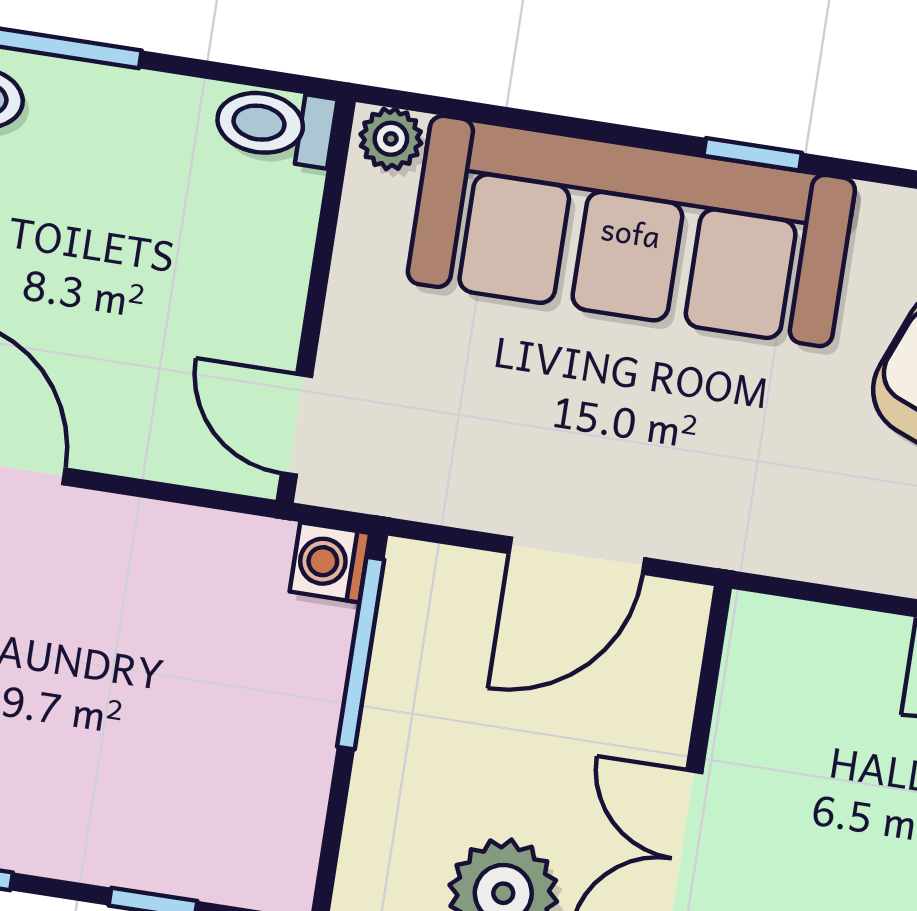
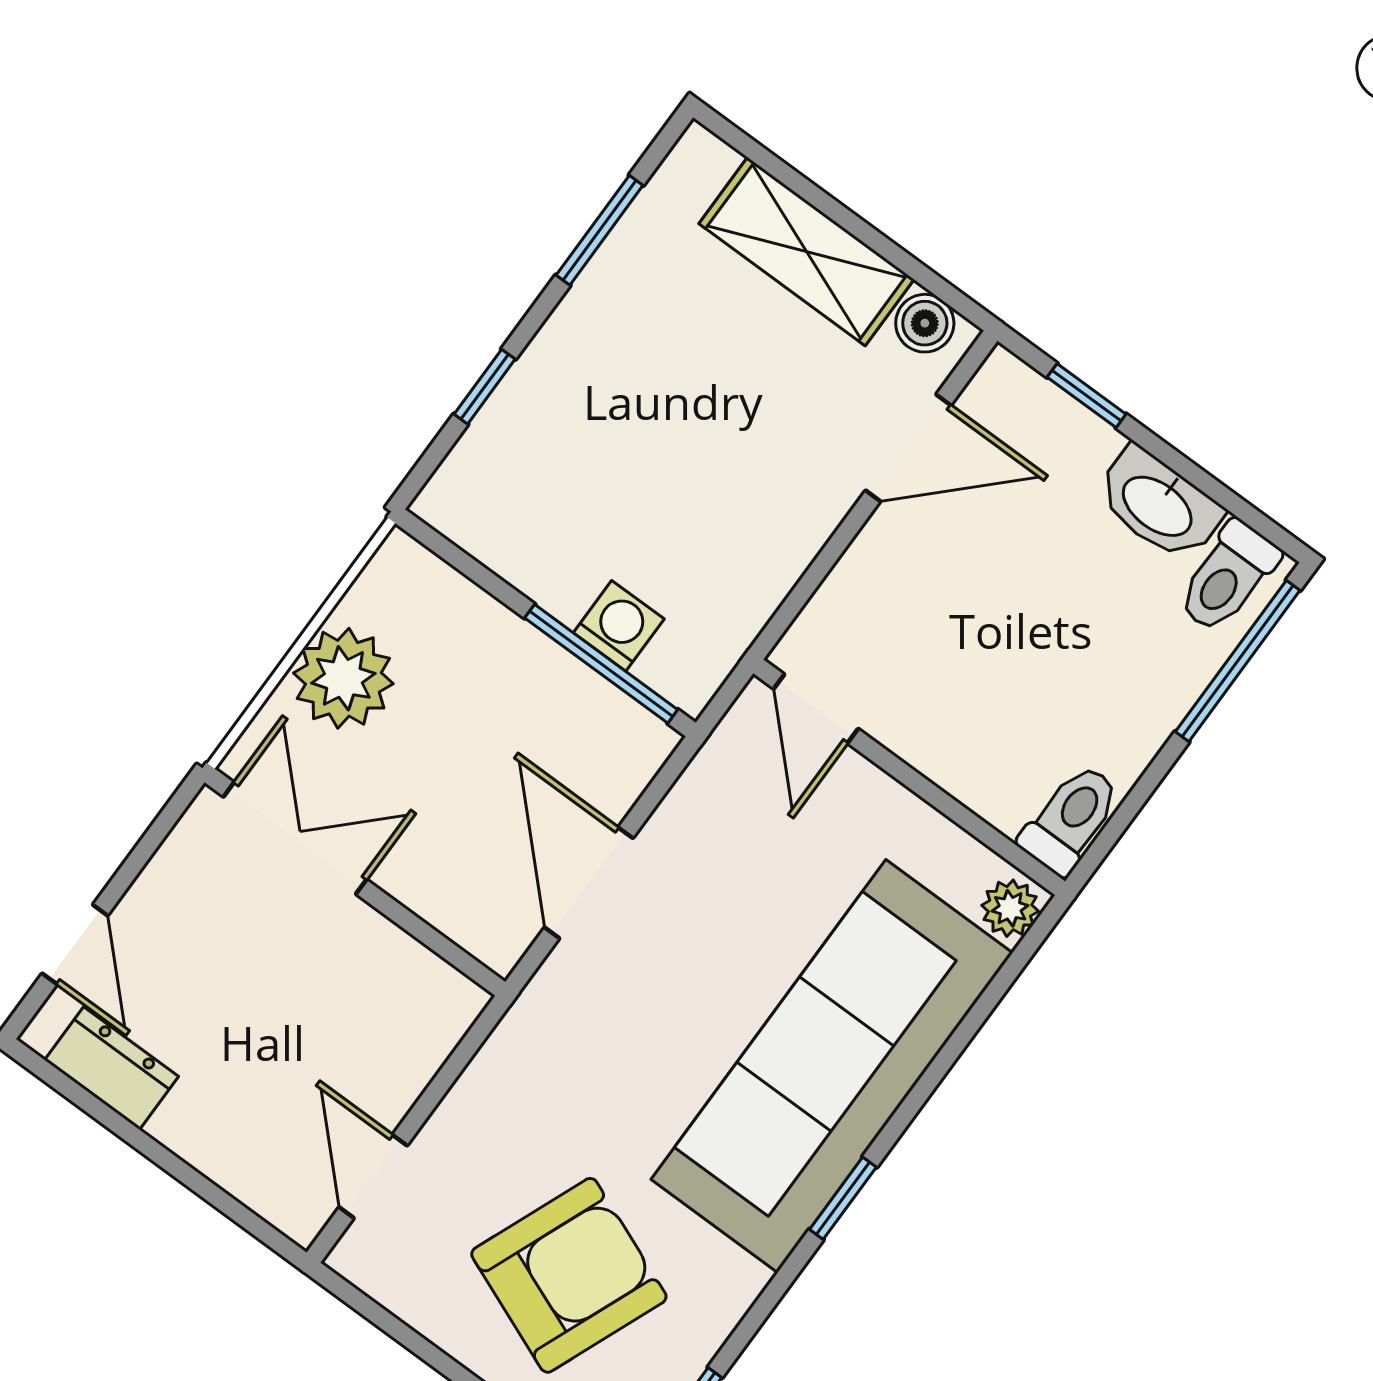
door: (296, 425) -> (816, 709), swing flipped
washing machine: (330, 562) -> (619, 626), moved

